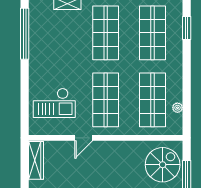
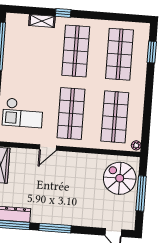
plant: (177, 108) -> (136, 145), moved
spiral stairs: (163, 165) -> (120, 178), turned -90

